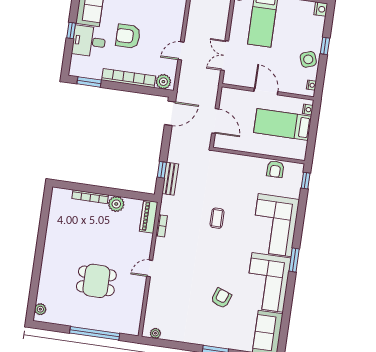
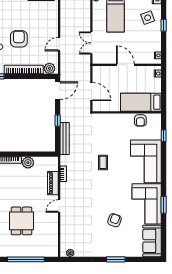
armchair: (128, 36) -> (19, 39), turned 90
side table: (308, 59) -> (148, 18), moved
bed: (283, 124) -> (141, 102), moved
window: (162, 170) -> (58, 121), moved
bench: (170, 179) -> (65, 139), width x1.36
window: (306, 181) -> (164, 136), moved
piano: (149, 217) -> (53, 183), moved
window: (294, 260) -> (164, 205), moved
dining table: (96, 281) -> (22, 221), turned 90

